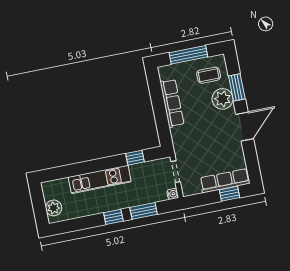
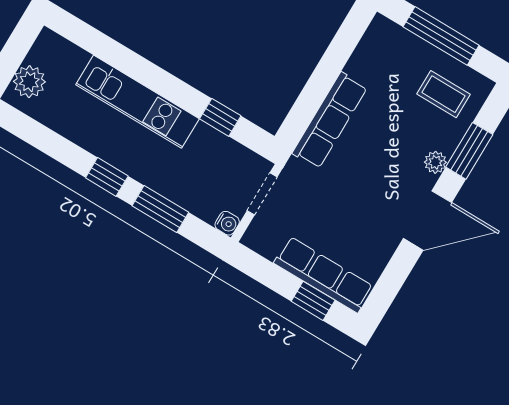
plant: (223, 99) -> (435, 162), width x0.53, depth x0.53
row of seats: (172, 103) -> (330, 120), moved

